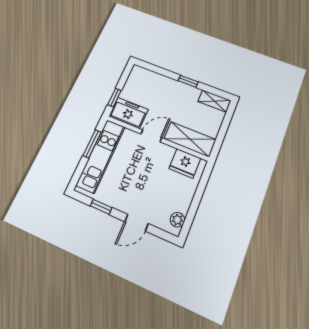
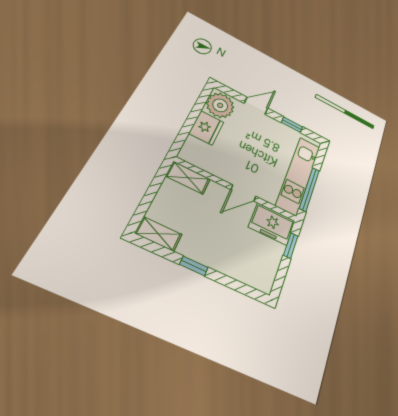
shelving: (190, 139) -> (188, 178), width x0.67, depth x0.75
window: (92, 144) -> (309, 189), width x1.44
fridge: (185, 163) -> (206, 128), moved, turned 90
plant: (177, 220) -> (220, 105), width x1.87, depth x1.87

